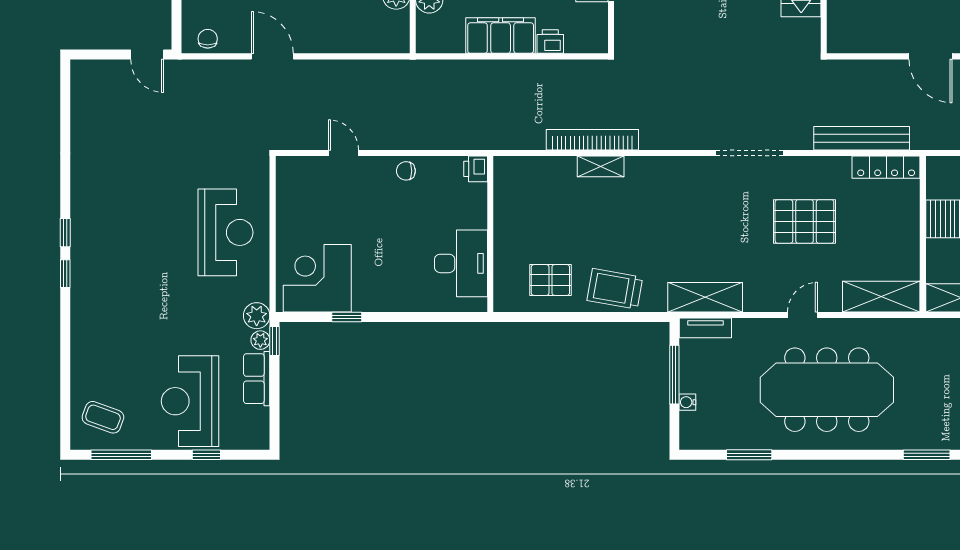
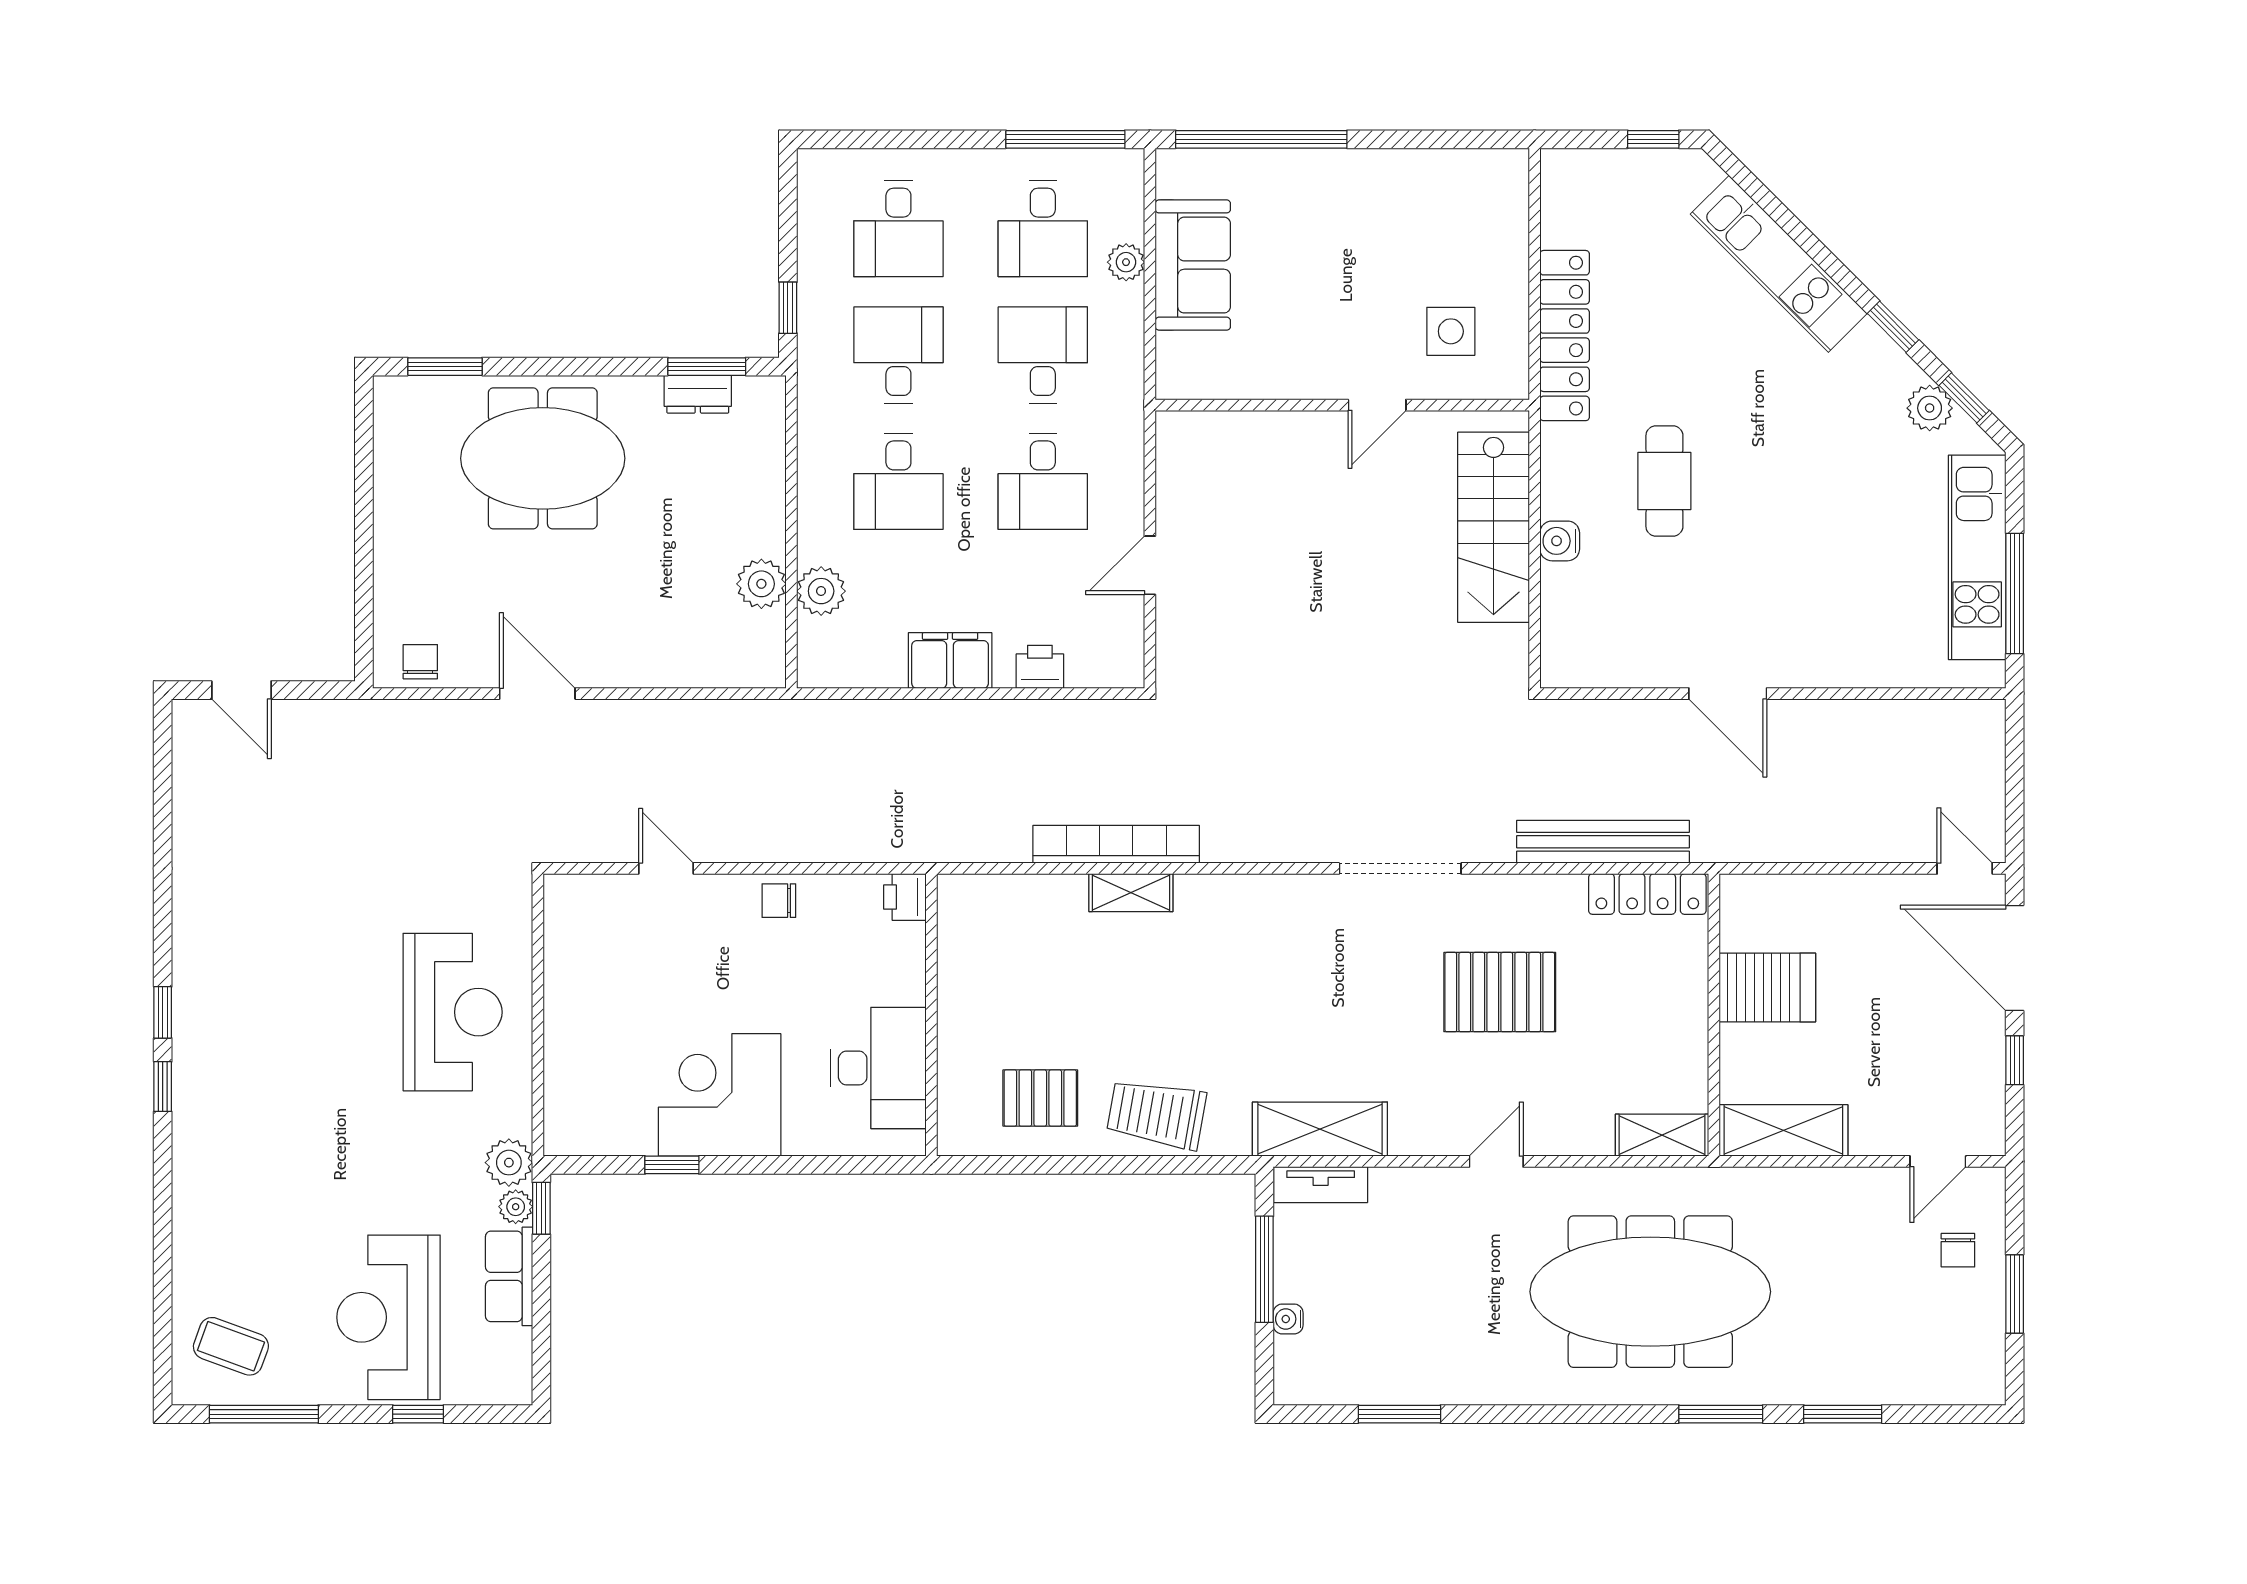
filing cabinet: (501, 36) -> (950, 661), width x0.67, depth x0.86
door: (147, 54) -> (241, 690), moved
corner desk: (317, 278) -> (720, 1095), moved
shelving: (881, 297) -> (1662, 1135), width x0.67, depth x0.75
meeting table: (827, 390) -> (1650, 1292), moved

